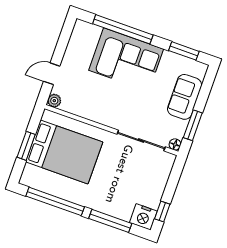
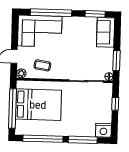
corner sofa: (126, 60) -> (40, 31), moved
sofa: (185, 97) -> (106, 32), moved
coffee table: (87, 99) -> (42, 65), added
window: (26, 146) -> (12, 109), width x2.11
window: (162, 212) -> (115, 104), moved

